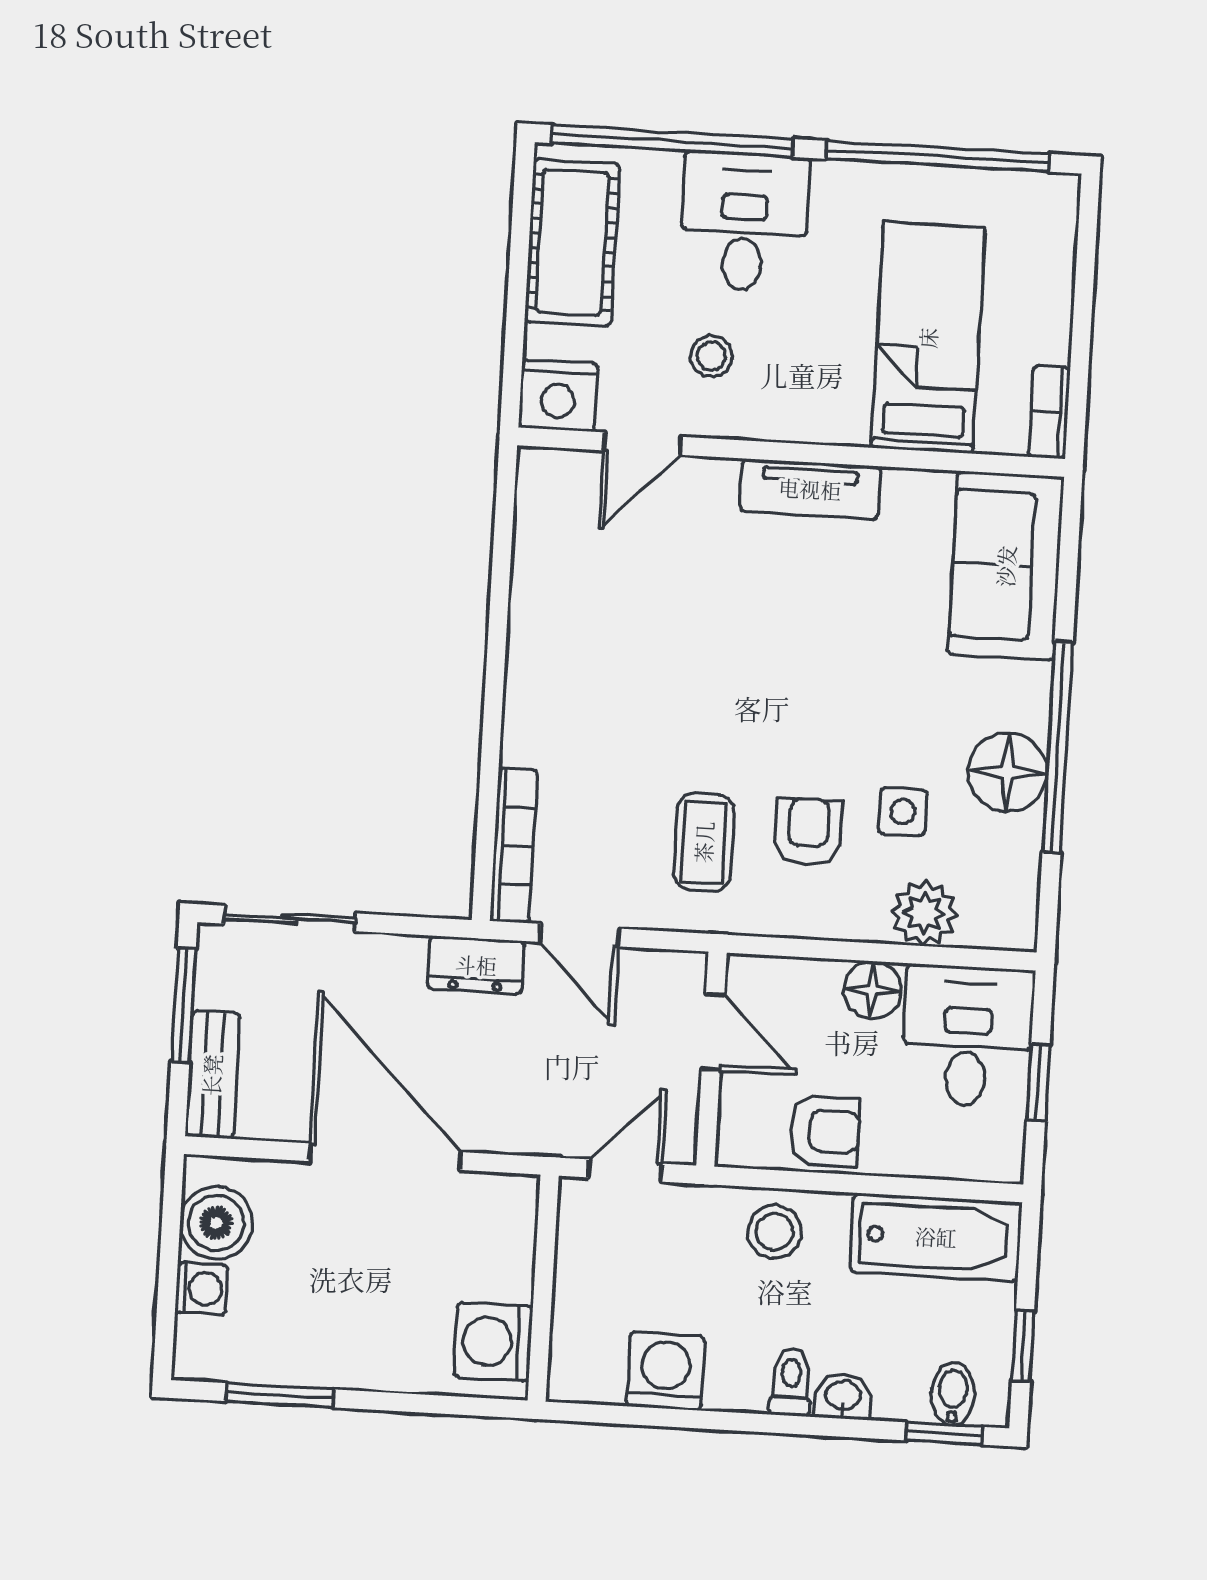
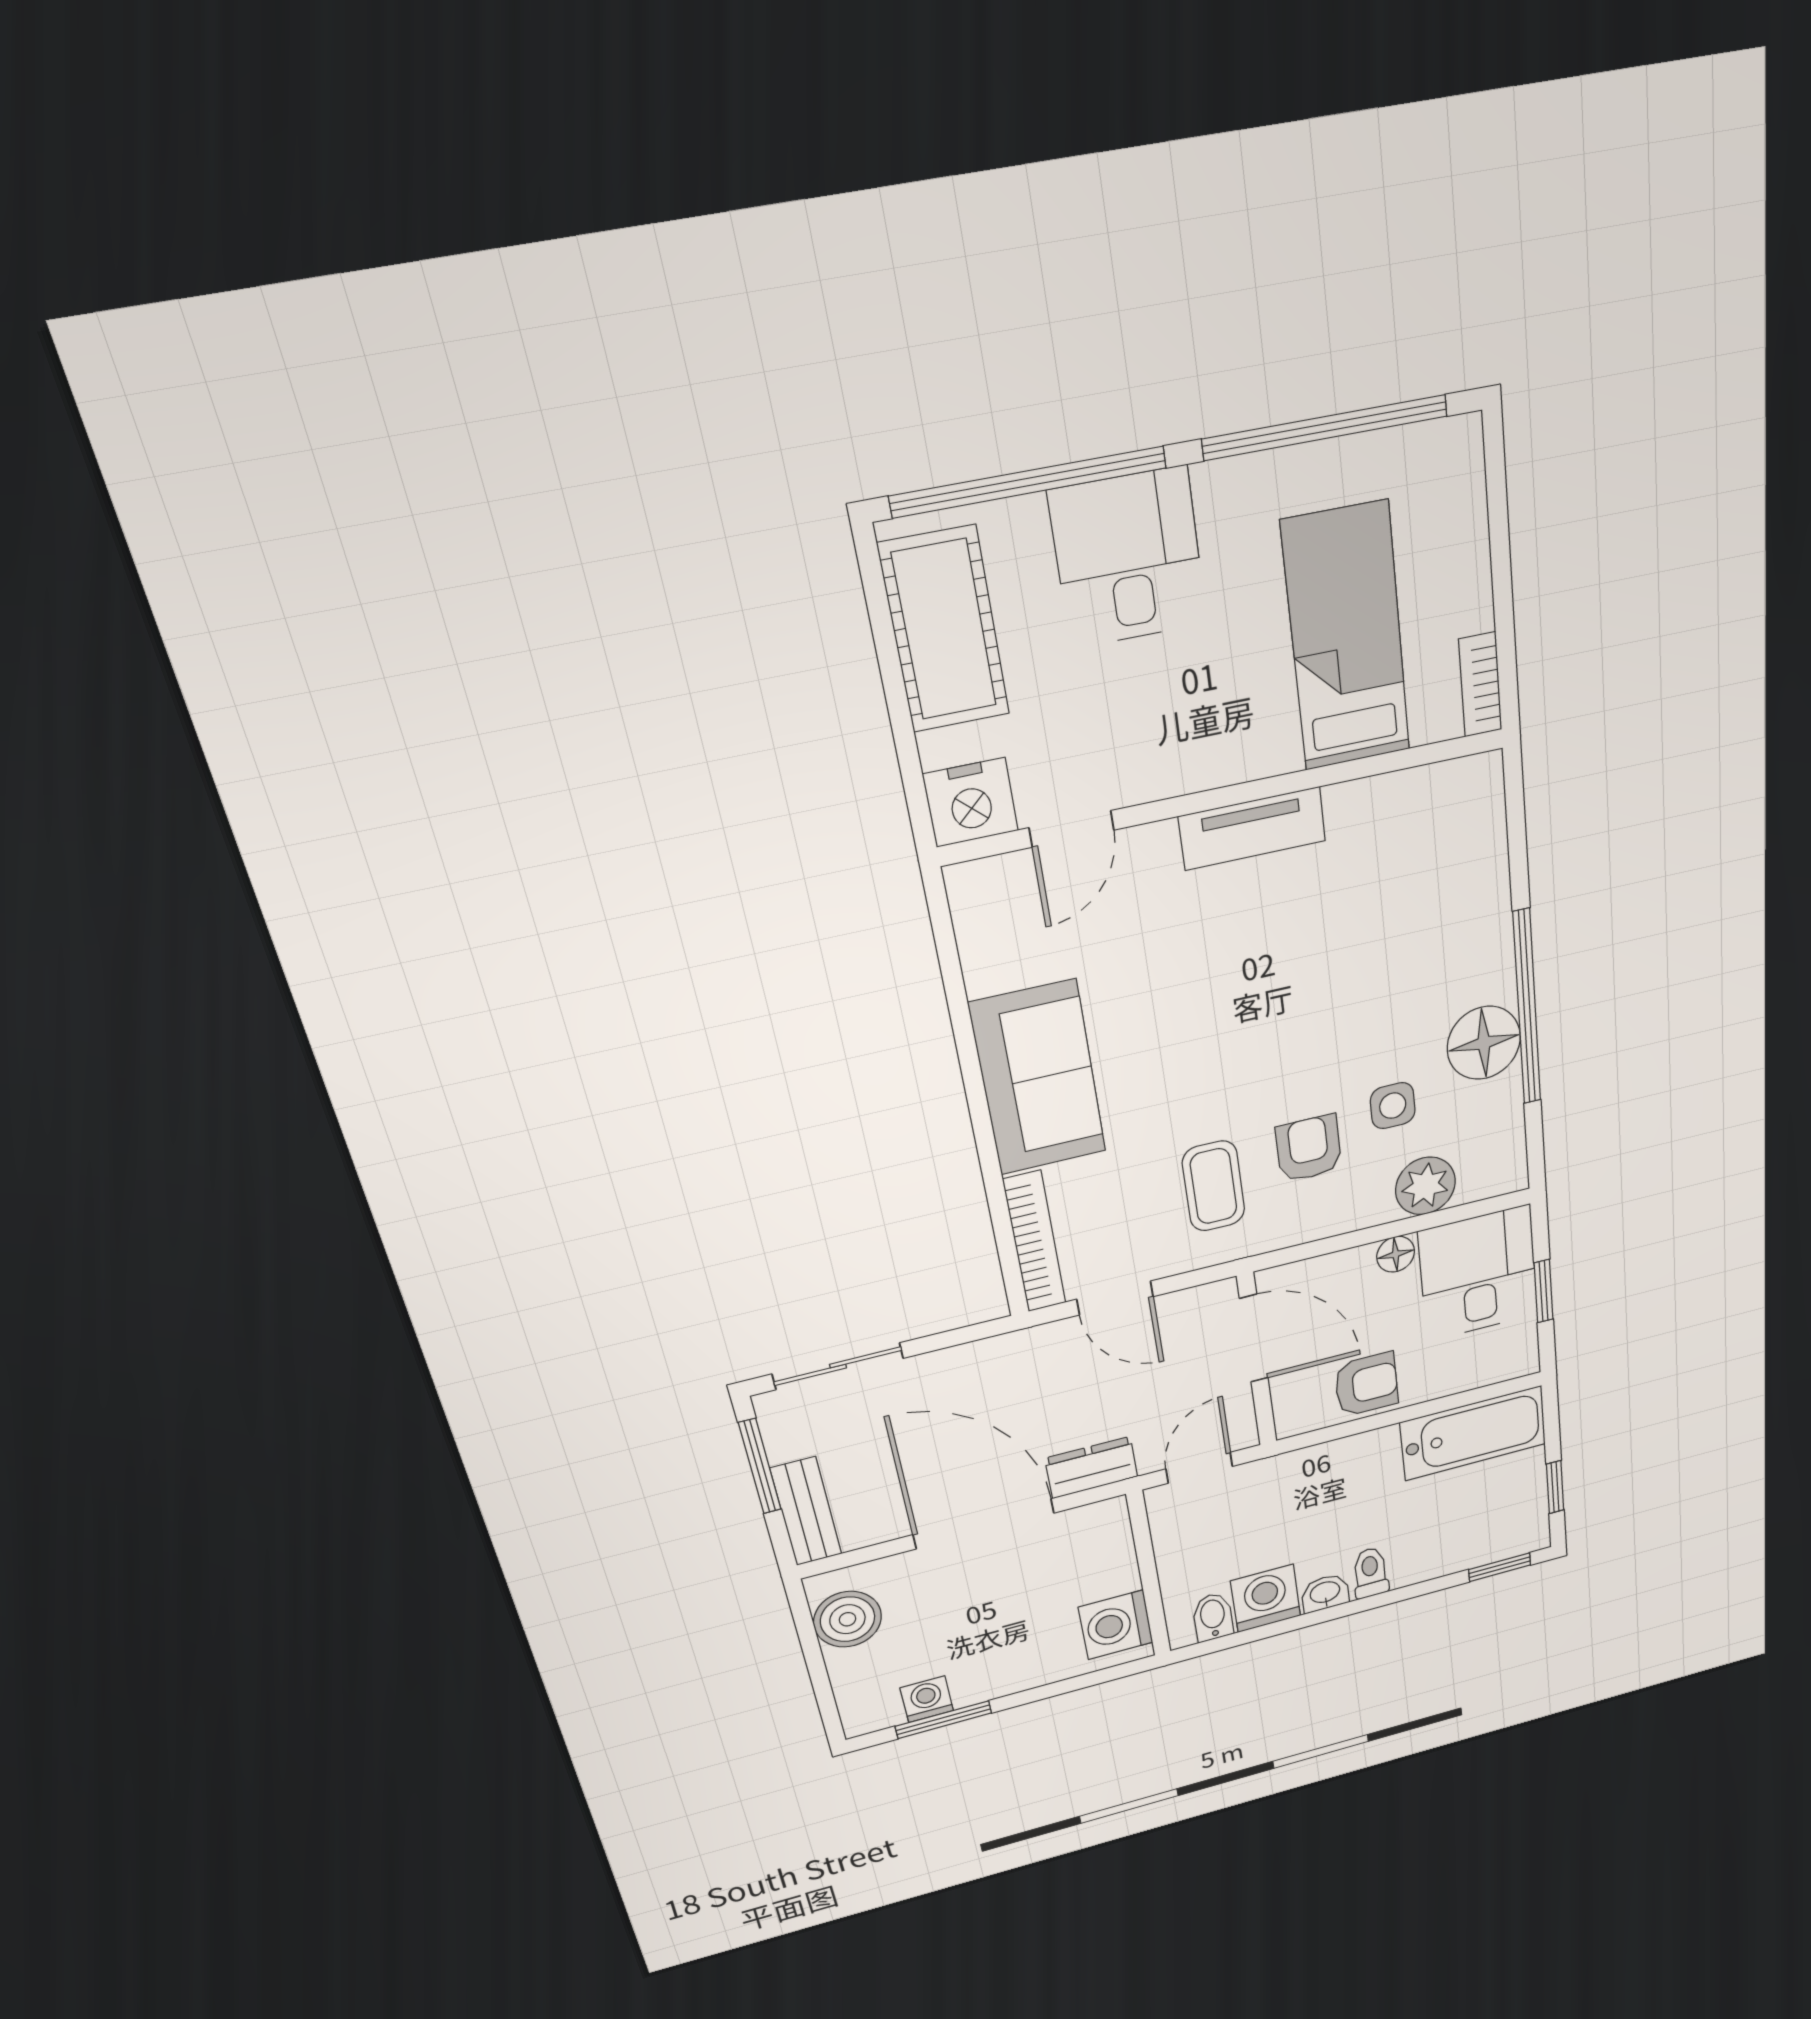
stool: (711, 356) -> (1124, 717), removed
sofa: (1006, 566) -> (1038, 1078), moved, turned 180
dresser: (476, 965) -> (1091, 1468), moved, turned 180
floor lamp: (872, 990) -> (1396, 1254), width x0.73, depth x0.73
door: (713, 1032) -> (1254, 1338), width x1.38
stool: (774, 1232) -> (1337, 1472), removed
washing machine: (202, 1289) -> (927, 1699), moved, turned -90
bidet: (953, 1394) -> (1213, 1617), moved
washbasin: (843, 1396) -> (1325, 1593), moved

